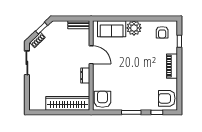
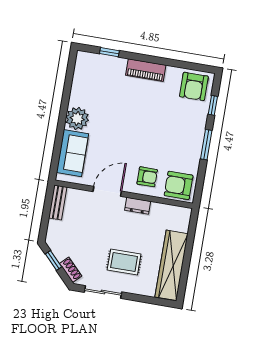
armchair: (162, 32) -> (147, 177), moved
rug: (48, 73) -> (124, 262), added
wardrobe: (68, 103) -> (171, 265), moved

